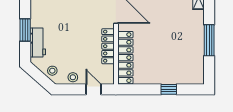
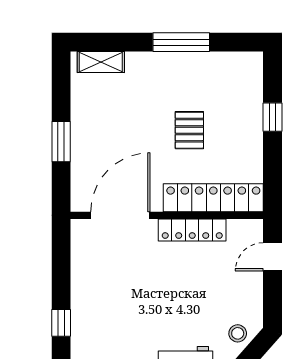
pallet: (162, 45) -> (189, 130), added
stool: (73, 77) -> (250, 295), removed

